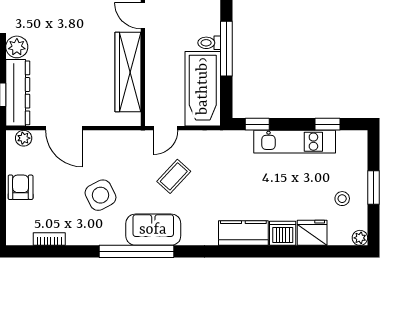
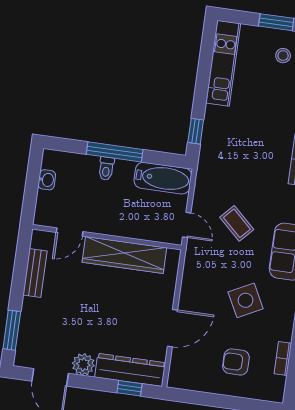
bathtub: (203, 89) -> (163, 178), width x0.73, depth x0.73
window: (328, 124) -> (206, 60), removed
plant: (24, 138) -> (177, 370), removed
kitchen unit: (295, 142) -> (223, 63), moved
armchair: (21, 187) -> (236, 362), moved

